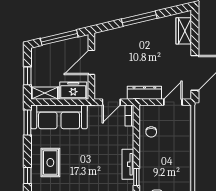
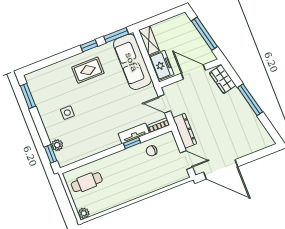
wardrobe: (184, 31) -> (223, 79), moved, turned -103
window: (27, 76) -> (158, 19), removed
tv unit: (128, 164) -> (134, 133), moved
window: (27, 175) -> (89, 46), moved
window: (136, 177) -> (132, 143), moved

